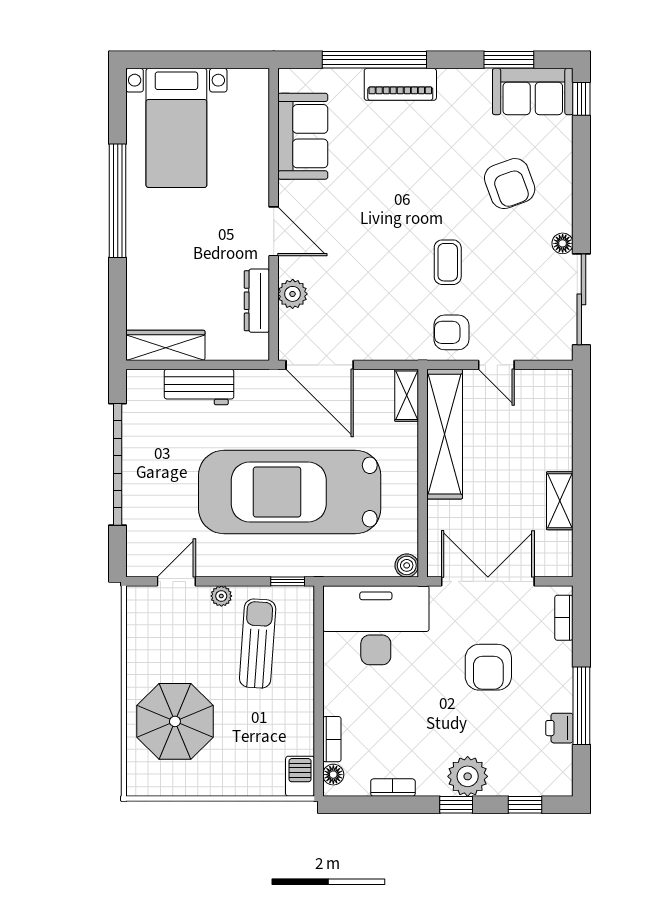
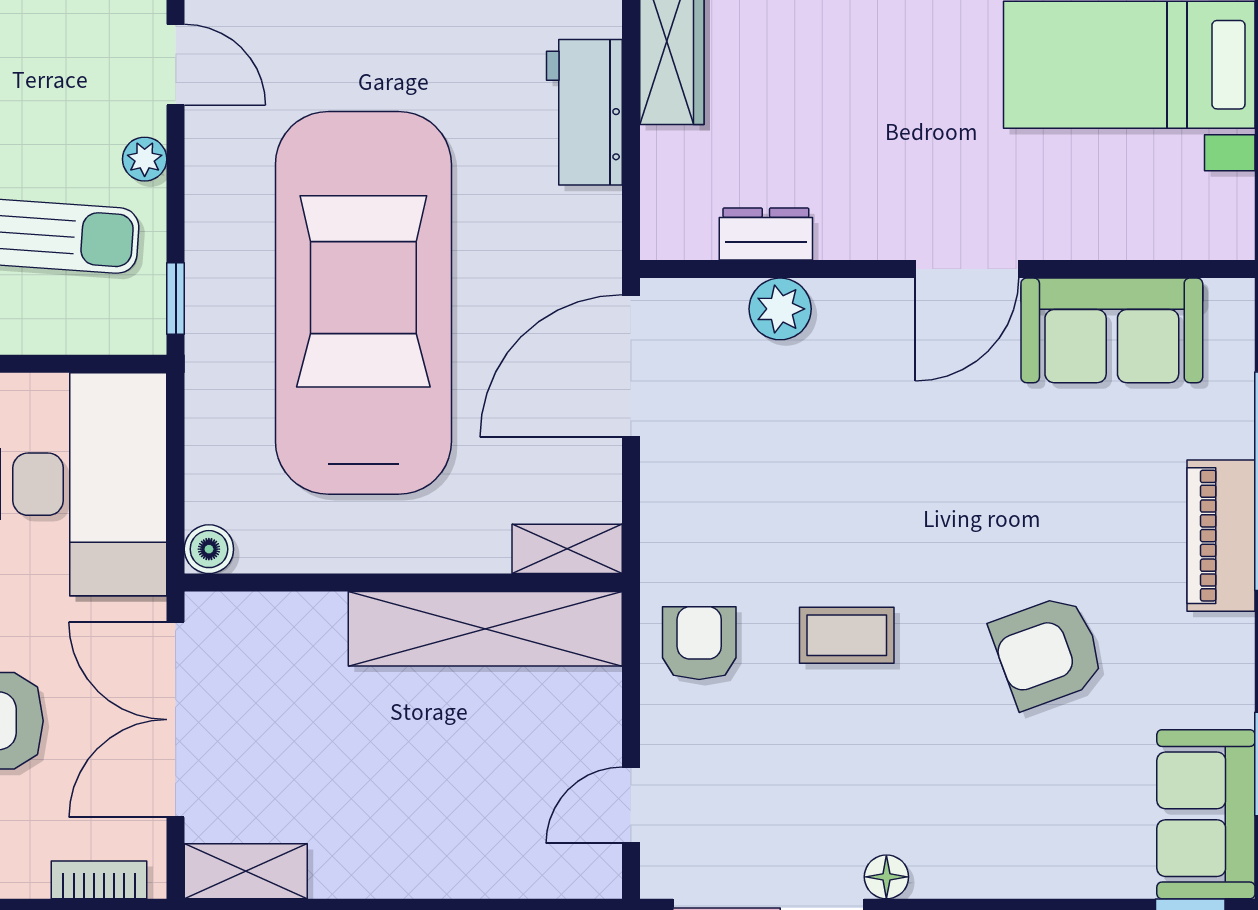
armchair: (510, 184) -> (1048, 652), moved
door: (274, 231) -> (967, 269), moved
dresser: (257, 301) -> (766, 234), width x0.70
door: (496, 365) -> (631, 805), moved
shelving: (560, 501) -> (246, 871), moved
double door: (488, 581) -> (176, 720), swing flipped

